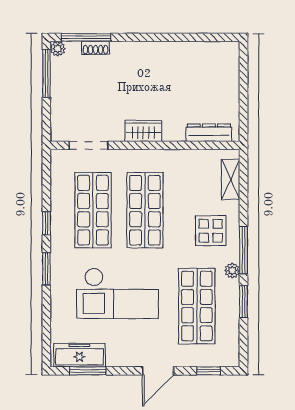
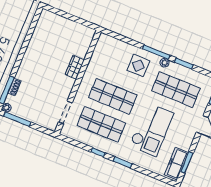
wardrobe: (143, 131) -> (75, 67), moved
dresser: (209, 133) -> (85, 45), removed
shelving: (231, 179) -> (115, 43), removed

